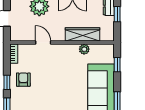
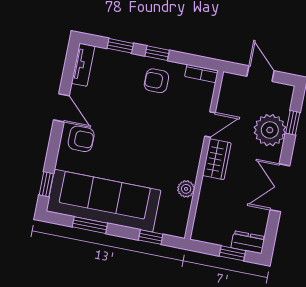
wardrobe: (82, 34) -> (217, 159), moved, width x0.67
armchair: (23, 80) -> (156, 81), turned 180

